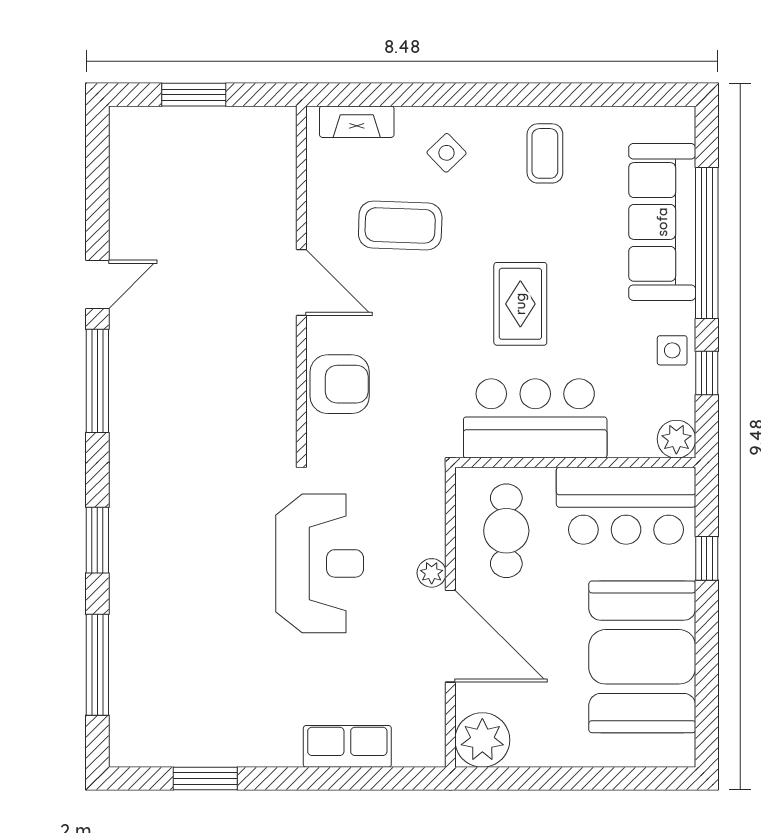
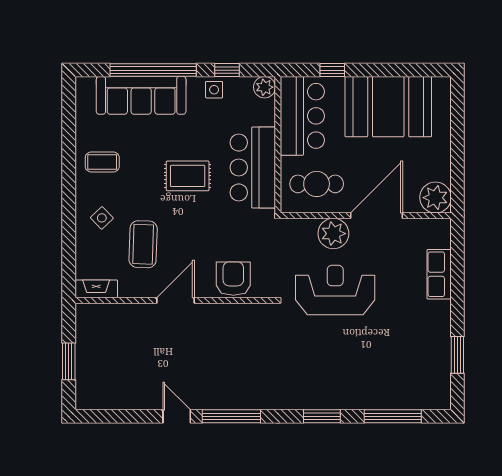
fireplace: (357, 122) -> (96, 289), moved, turned -90
plant: (432, 573) -> (333, 234), width x1.88, depth x1.88

